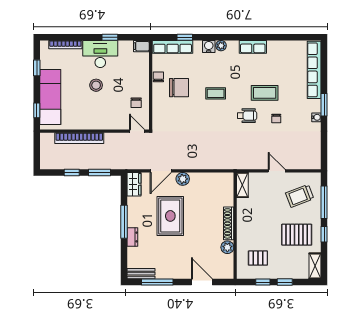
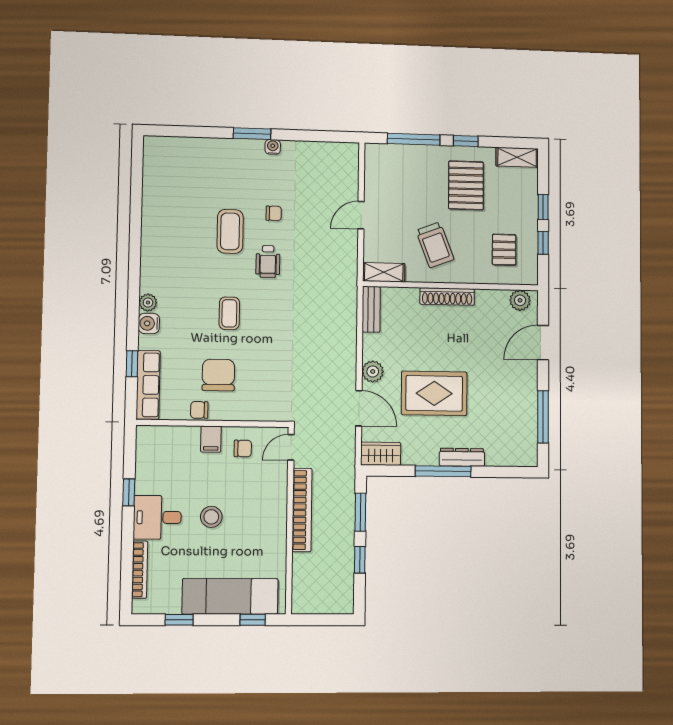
filing cabinet: (141, 46) -> (211, 439), moved
row of seats: (253, 47) -> (151, 249), removed
desk: (100, 54) -> (157, 517), width x0.73
row of seats: (314, 70) -> (193, 148), removed
wheelchair: (247, 116) -> (268, 262), turned 180
bookcase: (79, 138) -> (302, 510), moved
trolley: (300, 196) -> (435, 245), moved
dresser: (132, 237) -> (462, 457), width x1.44
plant: (227, 247) -> (520, 300), moved
bench: (141, 274) -> (371, 309), moved

